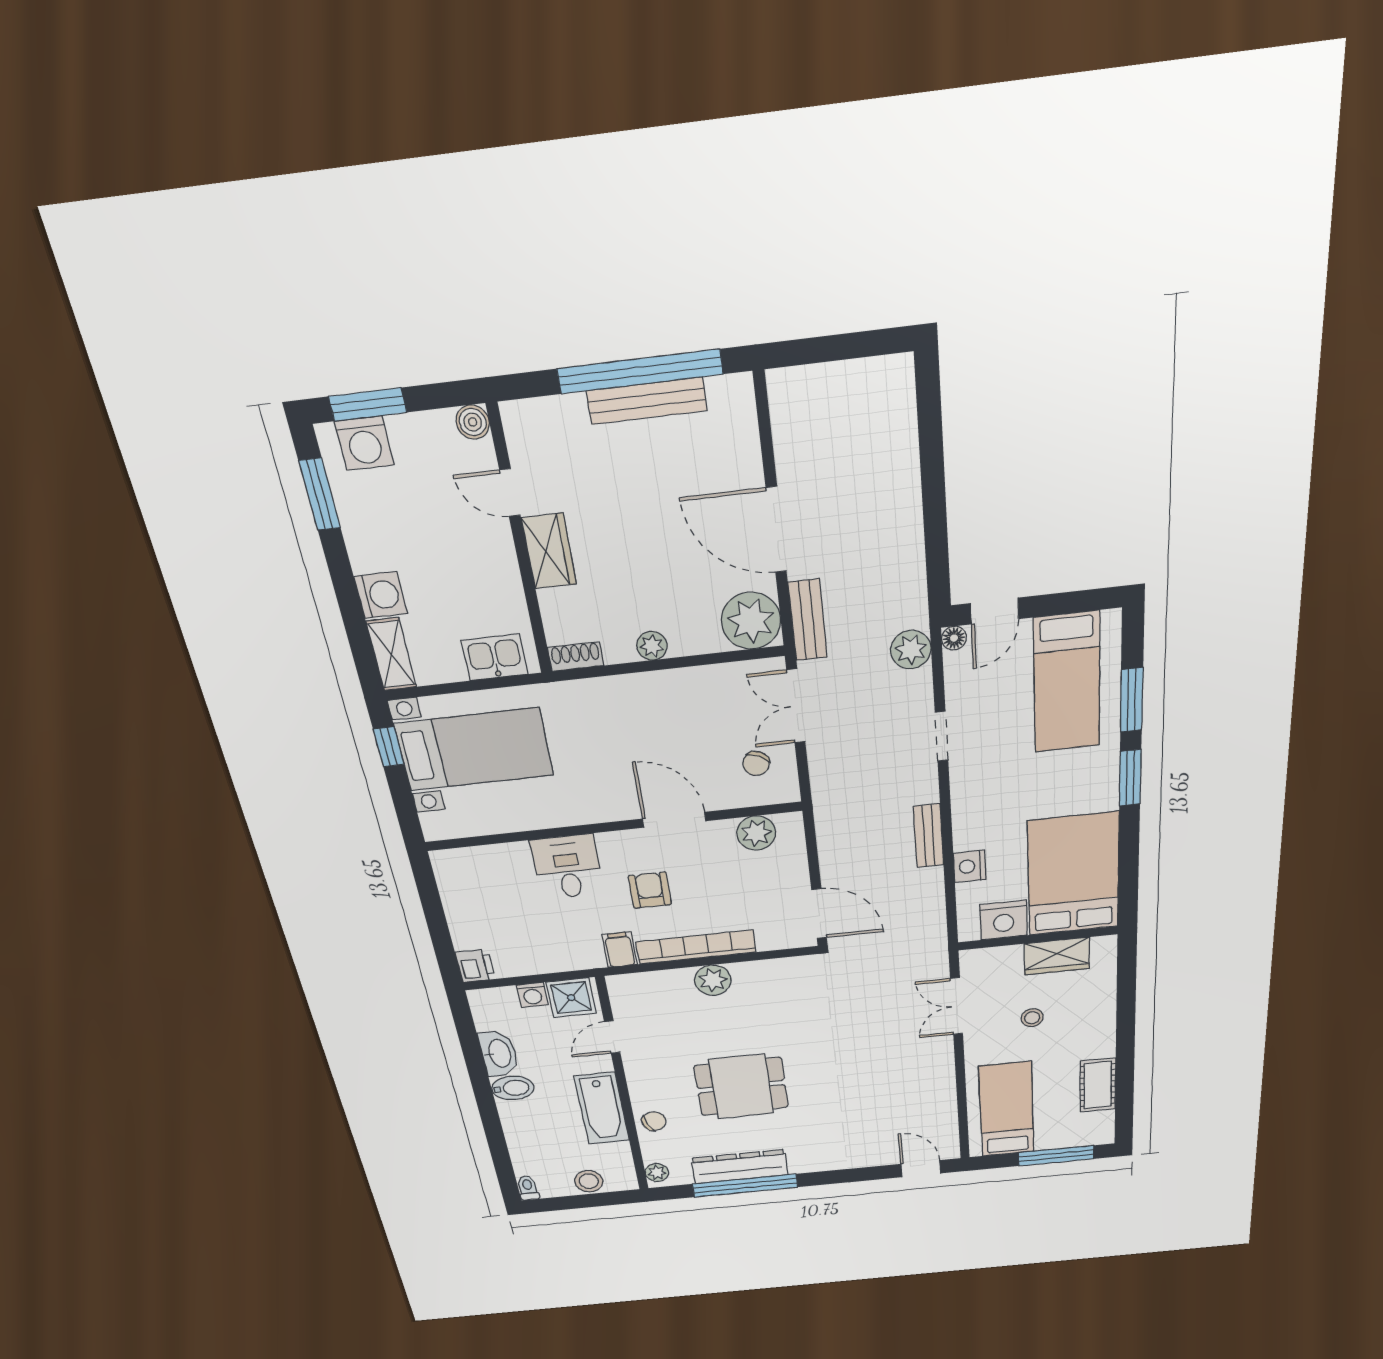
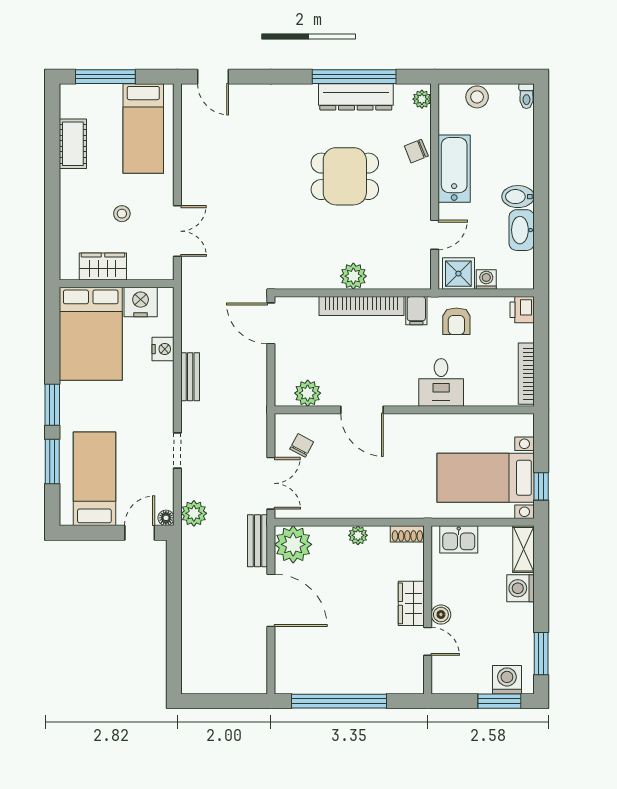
bench: (647, 401) -> (338, 685), removed
boiler: (473, 422) -> (441, 615), moved
armchair: (650, 890) -> (456, 321), moved
bookcase: (450, 891) -> (526, 374), added

